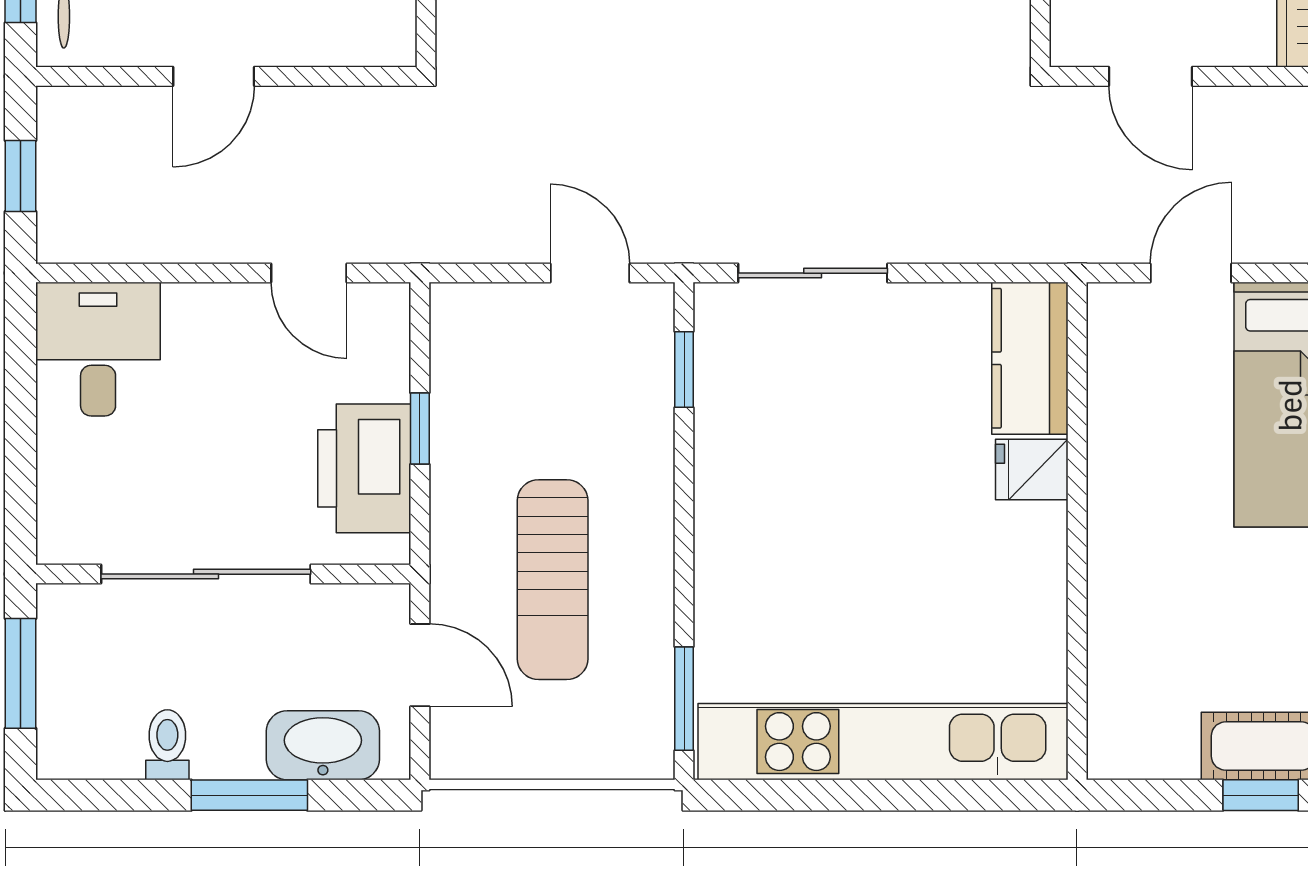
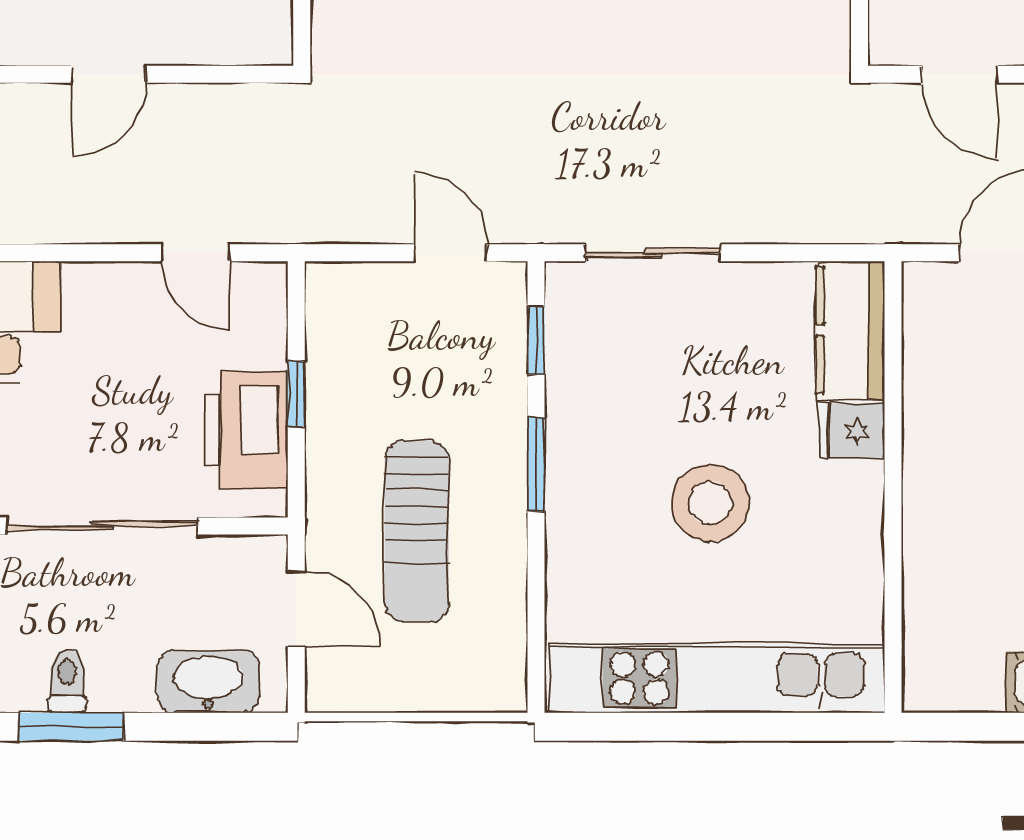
stool: (876, 549) -> (711, 503), added
window: (684, 699) -> (536, 464), moved
window: (249, 795) -> (71, 727), moved

